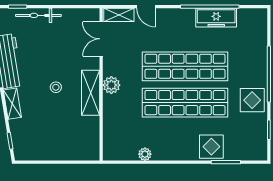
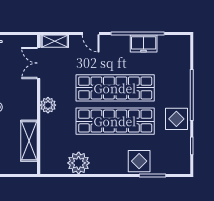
door: (146, 7) -> (91, 34), moved
freezer: (216, 18) -> (144, 44), width x0.71
shelving: (91, 93) -> (29, 141), moved
plant: (145, 154) -> (79, 163), width x1.87, depth x1.87

